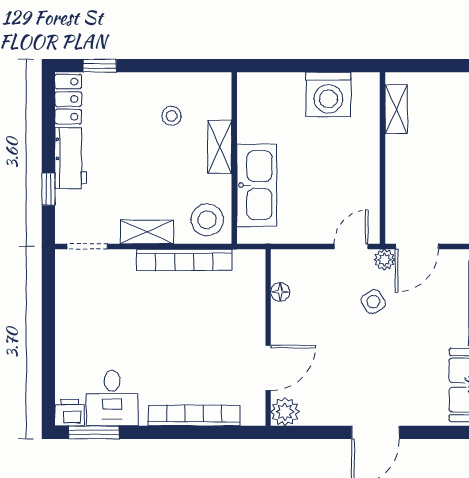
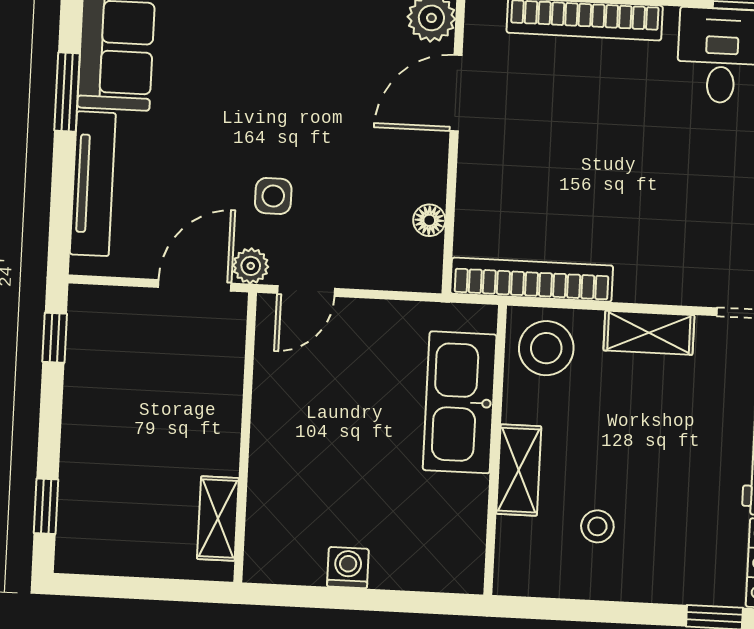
washing machine: (328, 94) -> (348, 568), width x0.53, depth x0.53
bookcase: (184, 260) -> (532, 280), moved
side table: (373, 302) -> (273, 196), turned 32

